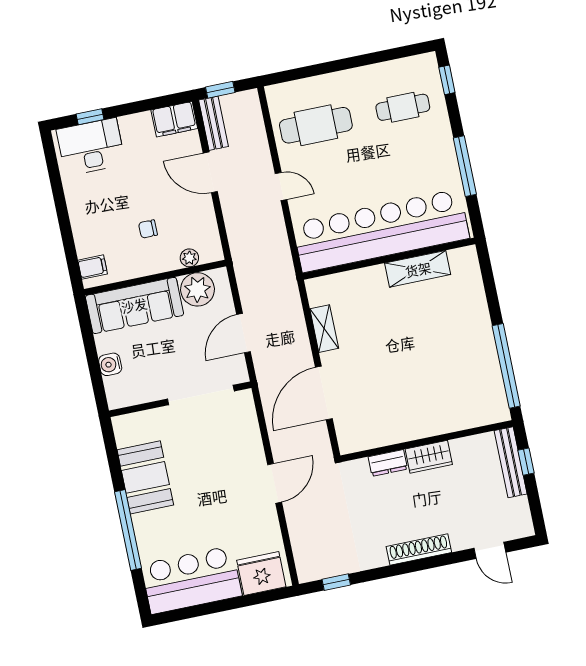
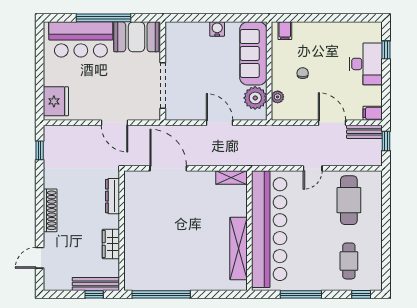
filing cabinet: (174, 119) -> (373, 113), width x0.50
desk: (91, 147) -> (366, 64), moved
door: (210, 172) -> (332, 123), hinge flipped
shelving: (418, 269) -> (238, 248), width x1.47
shelving: (324, 329) -> (231, 177), moved
doorway: (201, 395) -> (163, 86), moved
wall: (180, 399) -> (163, 71), moved
wardrobe: (429, 457) -> (111, 244), moved
dresser: (388, 463) -> (112, 196), width x1.44
bar counter: (192, 580) -> (81, 39), moved, turned 90

